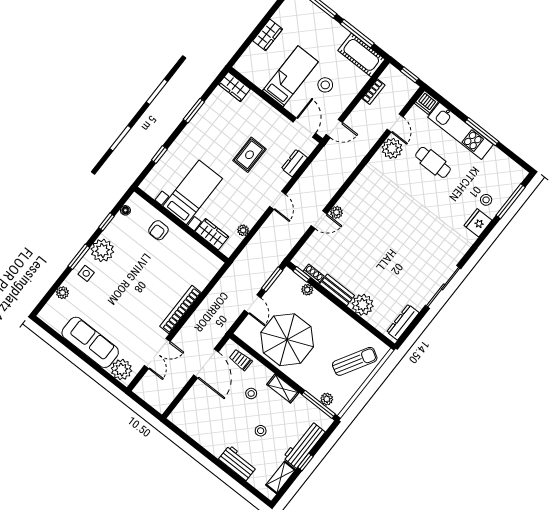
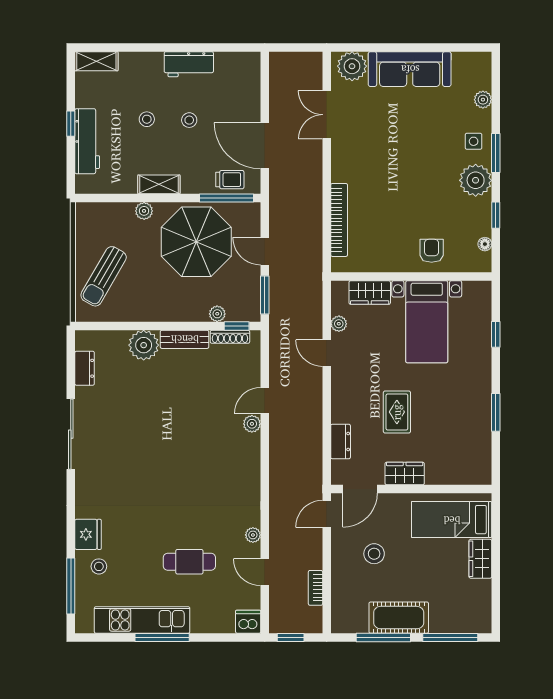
cot: (361, 55) -> (399, 618), moved
bed: (290, 76) -> (452, 520), moved, turned 90
wardrobe: (234, 87) -> (405, 473), moved
door: (304, 128) -> (360, 489), hinge flipped
kitchen unit: (460, 131) -> (142, 620), moved
plant: (392, 148) -> (253, 535), width x0.53, depth x0.53
door: (278, 200) -> (327, 353), moved
shoe rack: (314, 274) -> (230, 337), width x1.43
bookcase: (180, 309) -> (339, 220), moved
dresser: (403, 322) -> (85, 368), width x0.70
stool: (251, 393) -> (189, 120), moved
plant: (327, 399) -> (144, 211), moved
window: (318, 404) -> (226, 198), moved
workbench: (238, 463) -> (189, 64), moved
shelving: (281, 477) -> (96, 61), moved, turned 90

